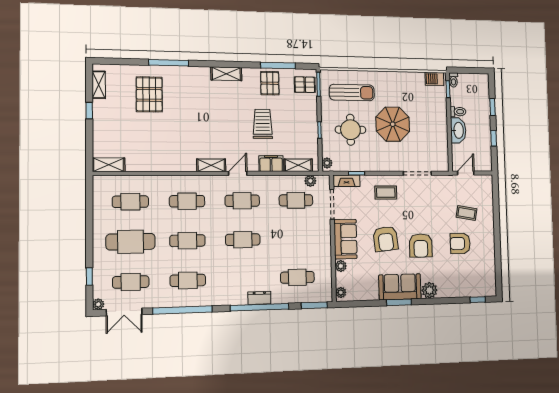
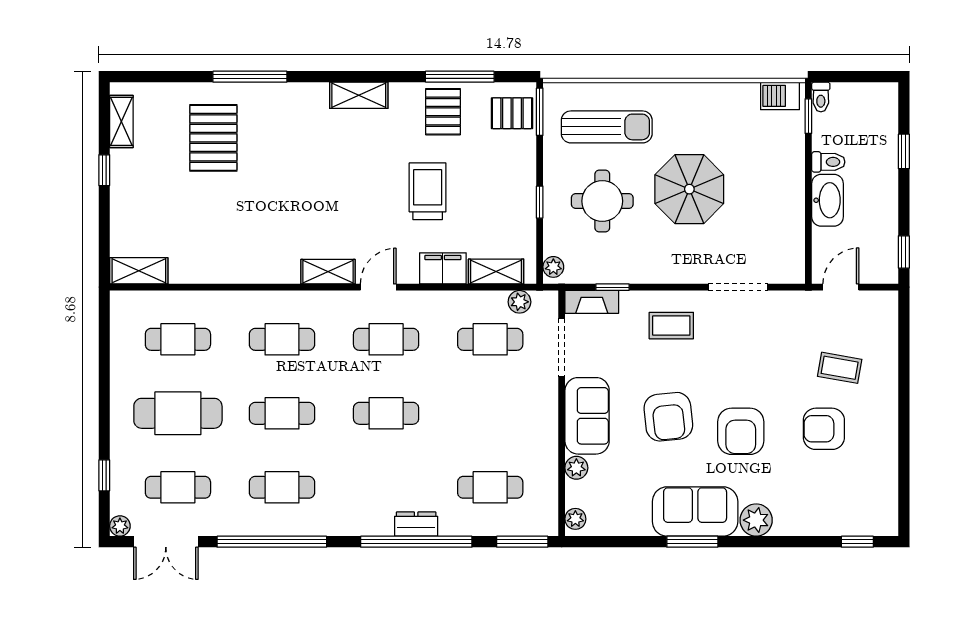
window: (494, 138) -> (904, 252), moved

